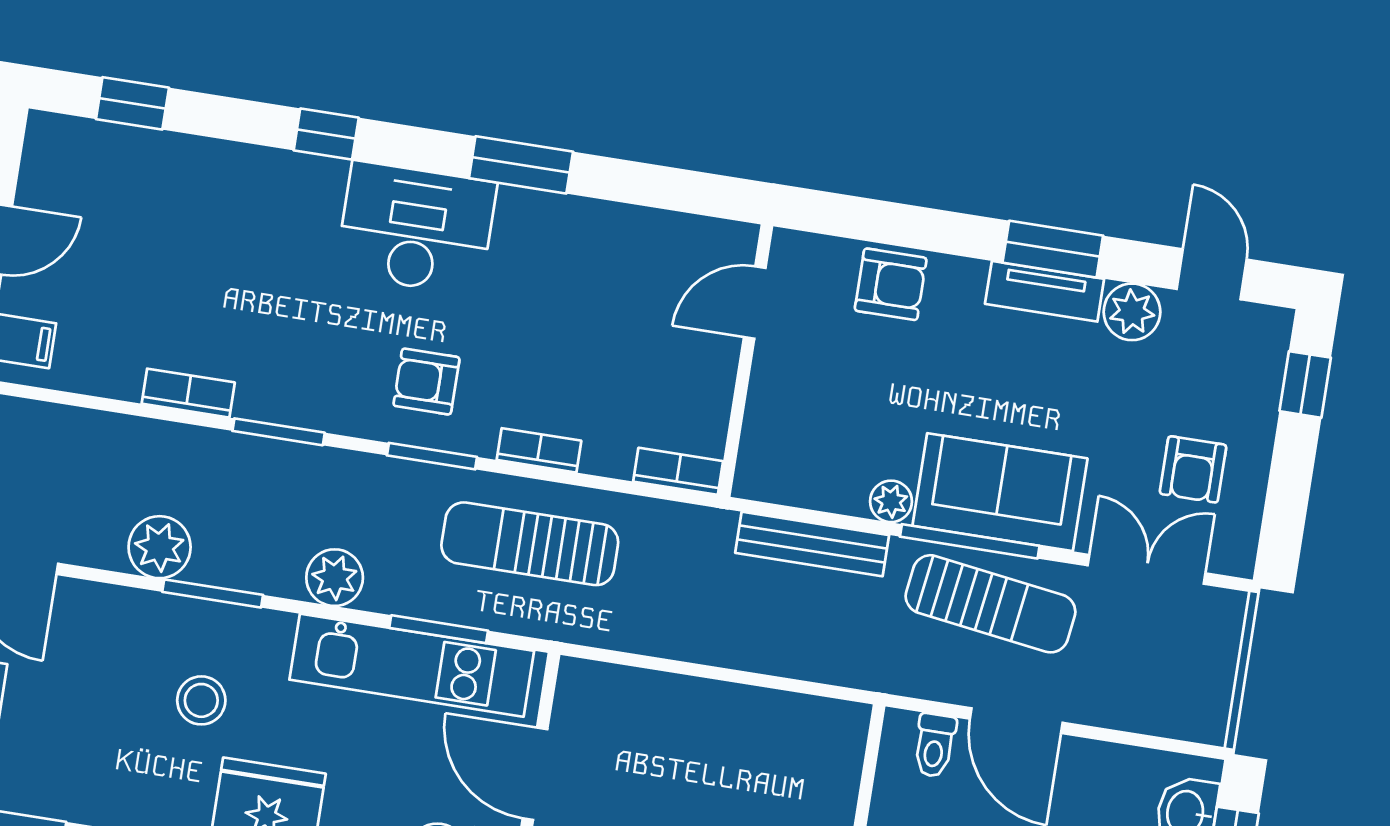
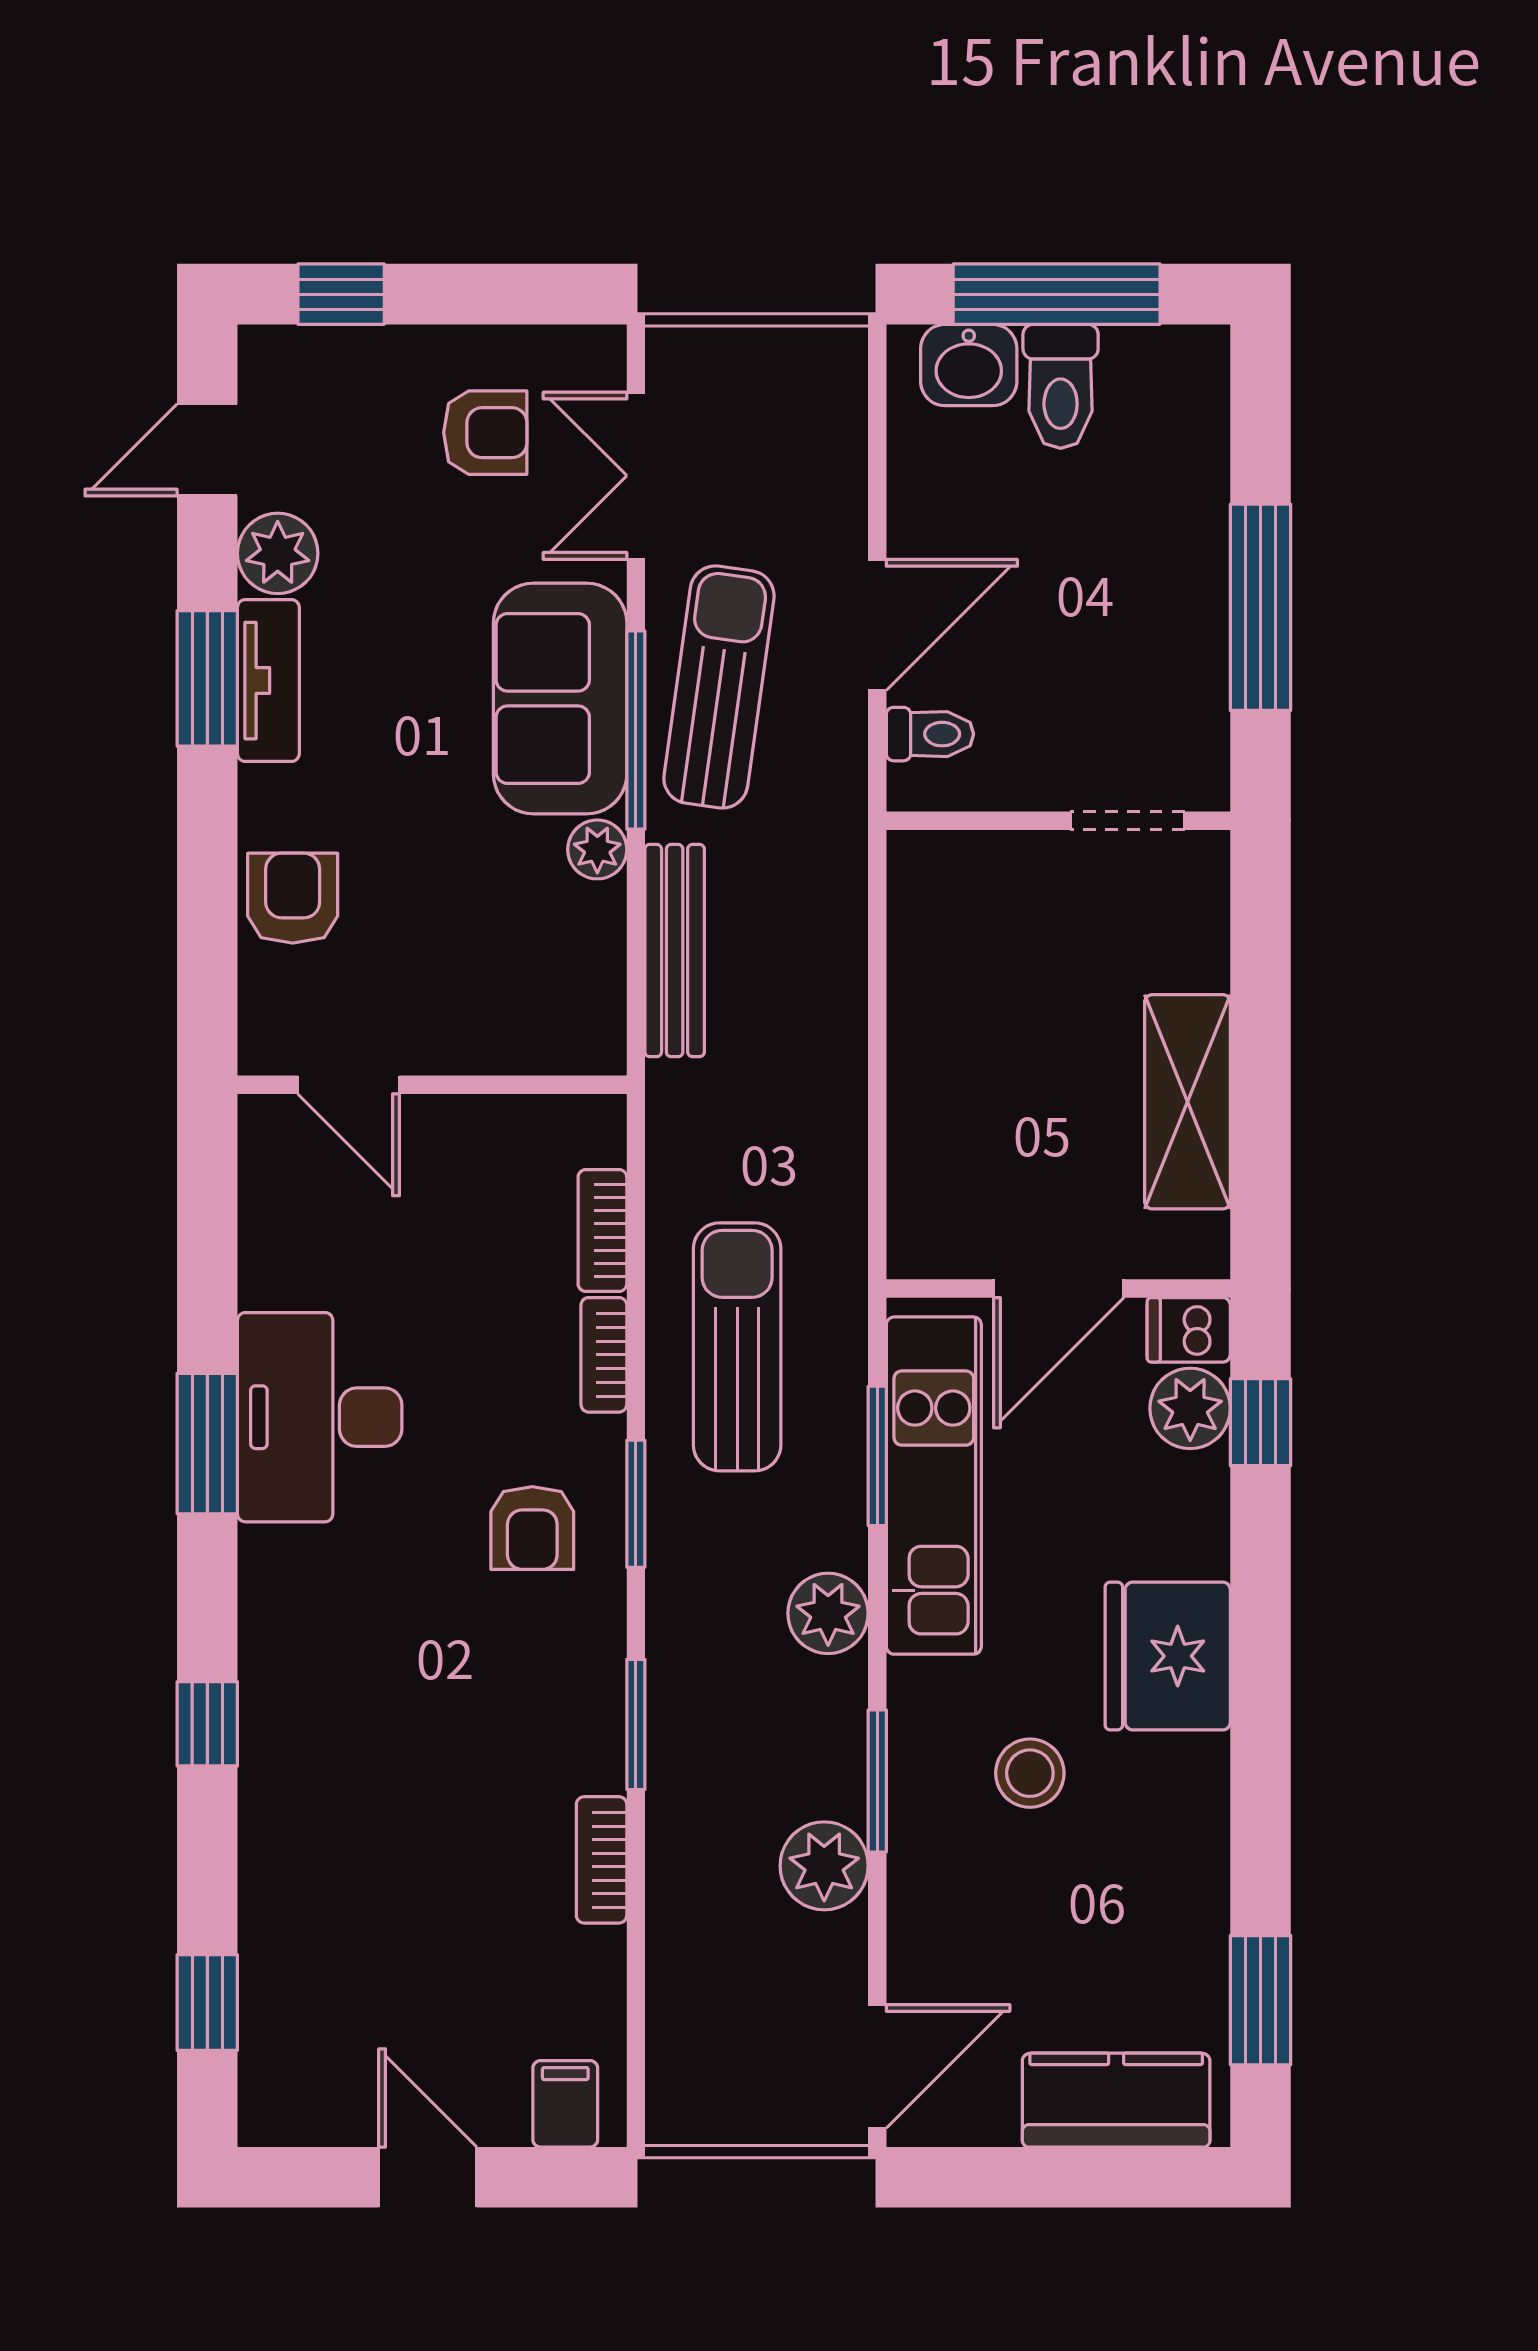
desk: (416, 228) -> (320, 1417), moved
bookcase: (678, 471) -> (602, 1230), moved
sun lounger: (530, 544) -> (737, 1347), turned 180

